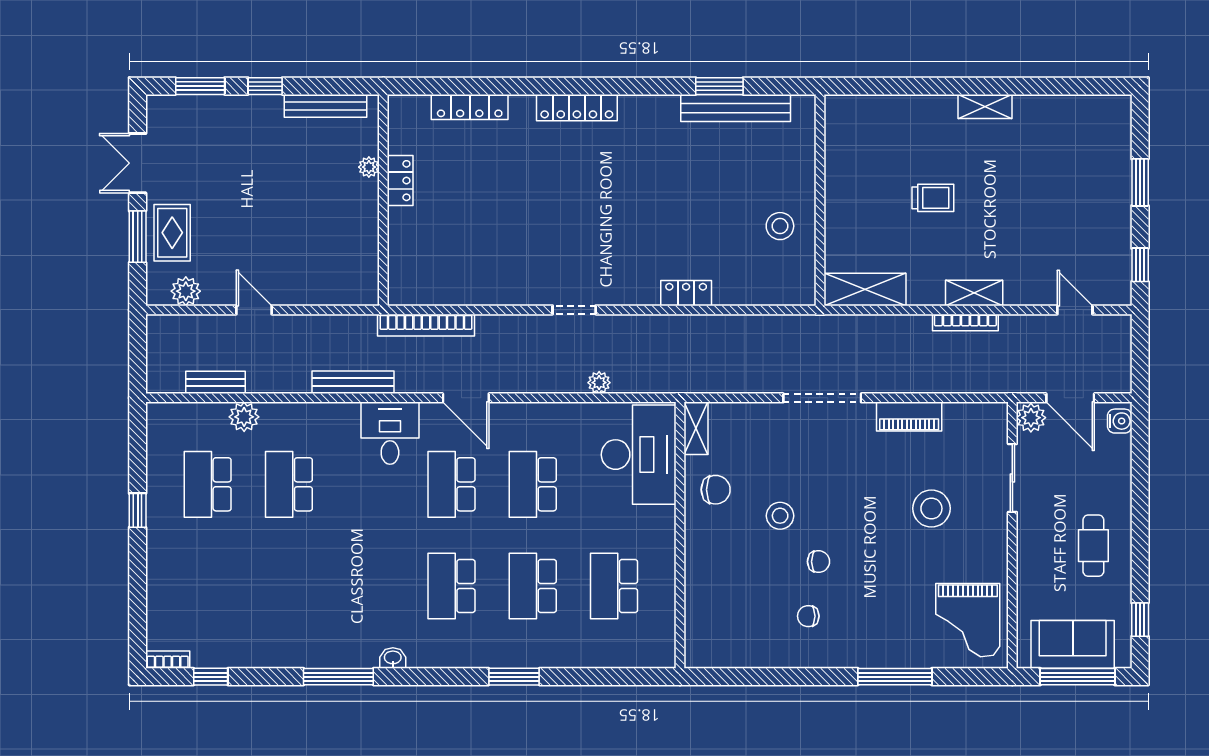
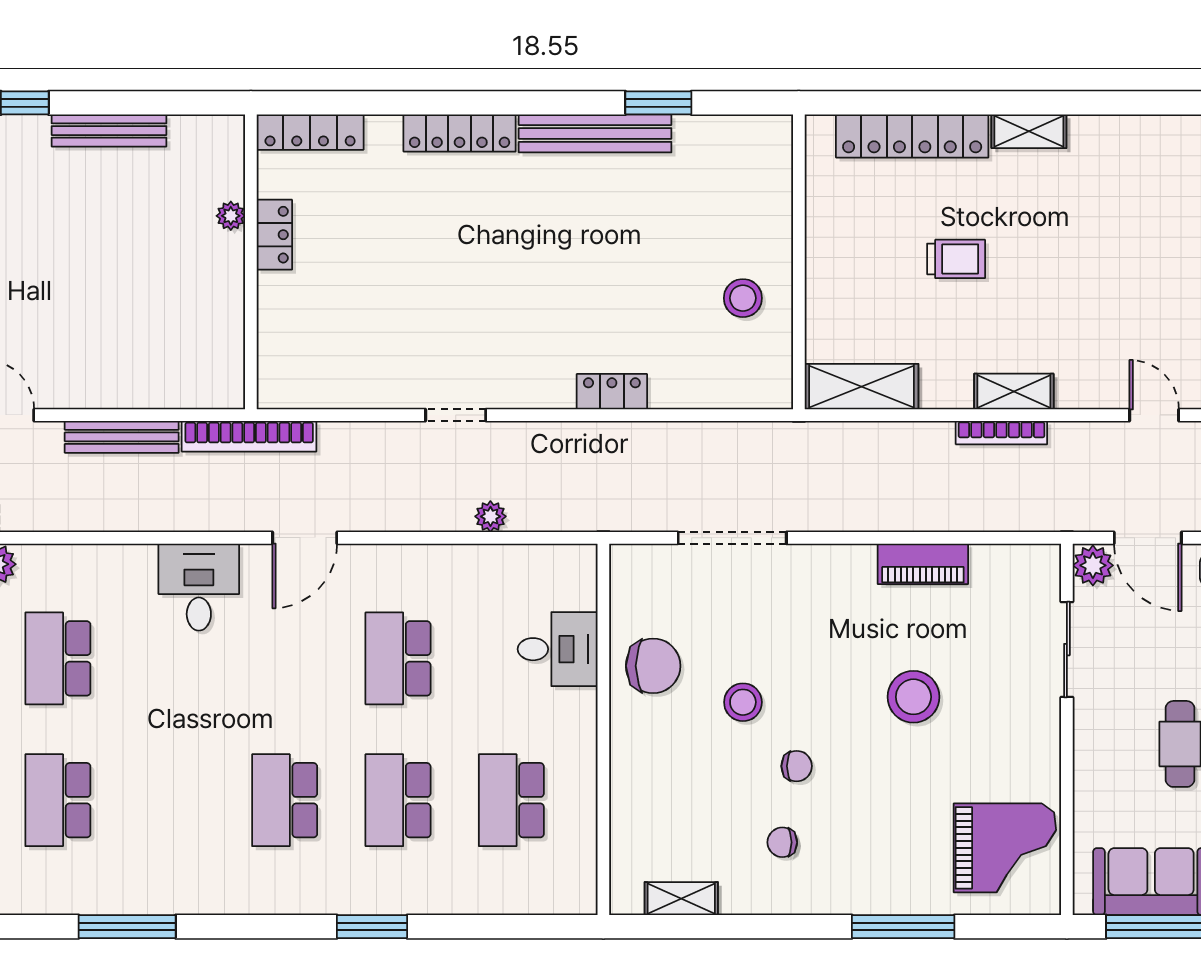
bench: (736, 108) -> (595, 133), moved
locker: (901, 110) -> (912, 136), added
plant: (369, 167) -> (231, 216), moved
locker: (400, 181) -> (274, 235), moved
wall: (383, 200) -> (251, 262), moved
bench: (353, 382) -> (122, 437), moved
door: (466, 398) -> (305, 538), hinge flipped
doorway: (822, 398) -> (732, 538), moved
shelving: (696, 428) -> (681, 899), moved, turned 90
desk: (639, 455) -> (558, 649), width x0.53, depth x0.77
school desk: (451, 484) -> (58, 800), moved
chair: (716, 490) -> (653, 666), width x1.37, depth x1.37
stool: (931, 508) -> (913, 697), moved
grand piano: (968, 620) -> (1005, 848), turned -90
washbasin: (393, 658) -> (203, 901), removed

